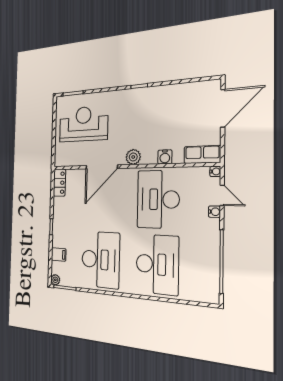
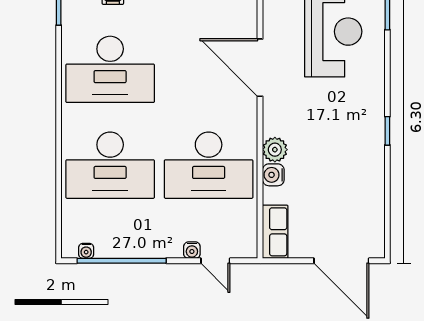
plant: (133, 157) -> (275, 150), moved
water cooler: (215, 171) -> (86, 251), moved
door: (222, 195) -> (215, 261), hinge flipped
desk: (158, 199) -> (209, 165), turned 180

